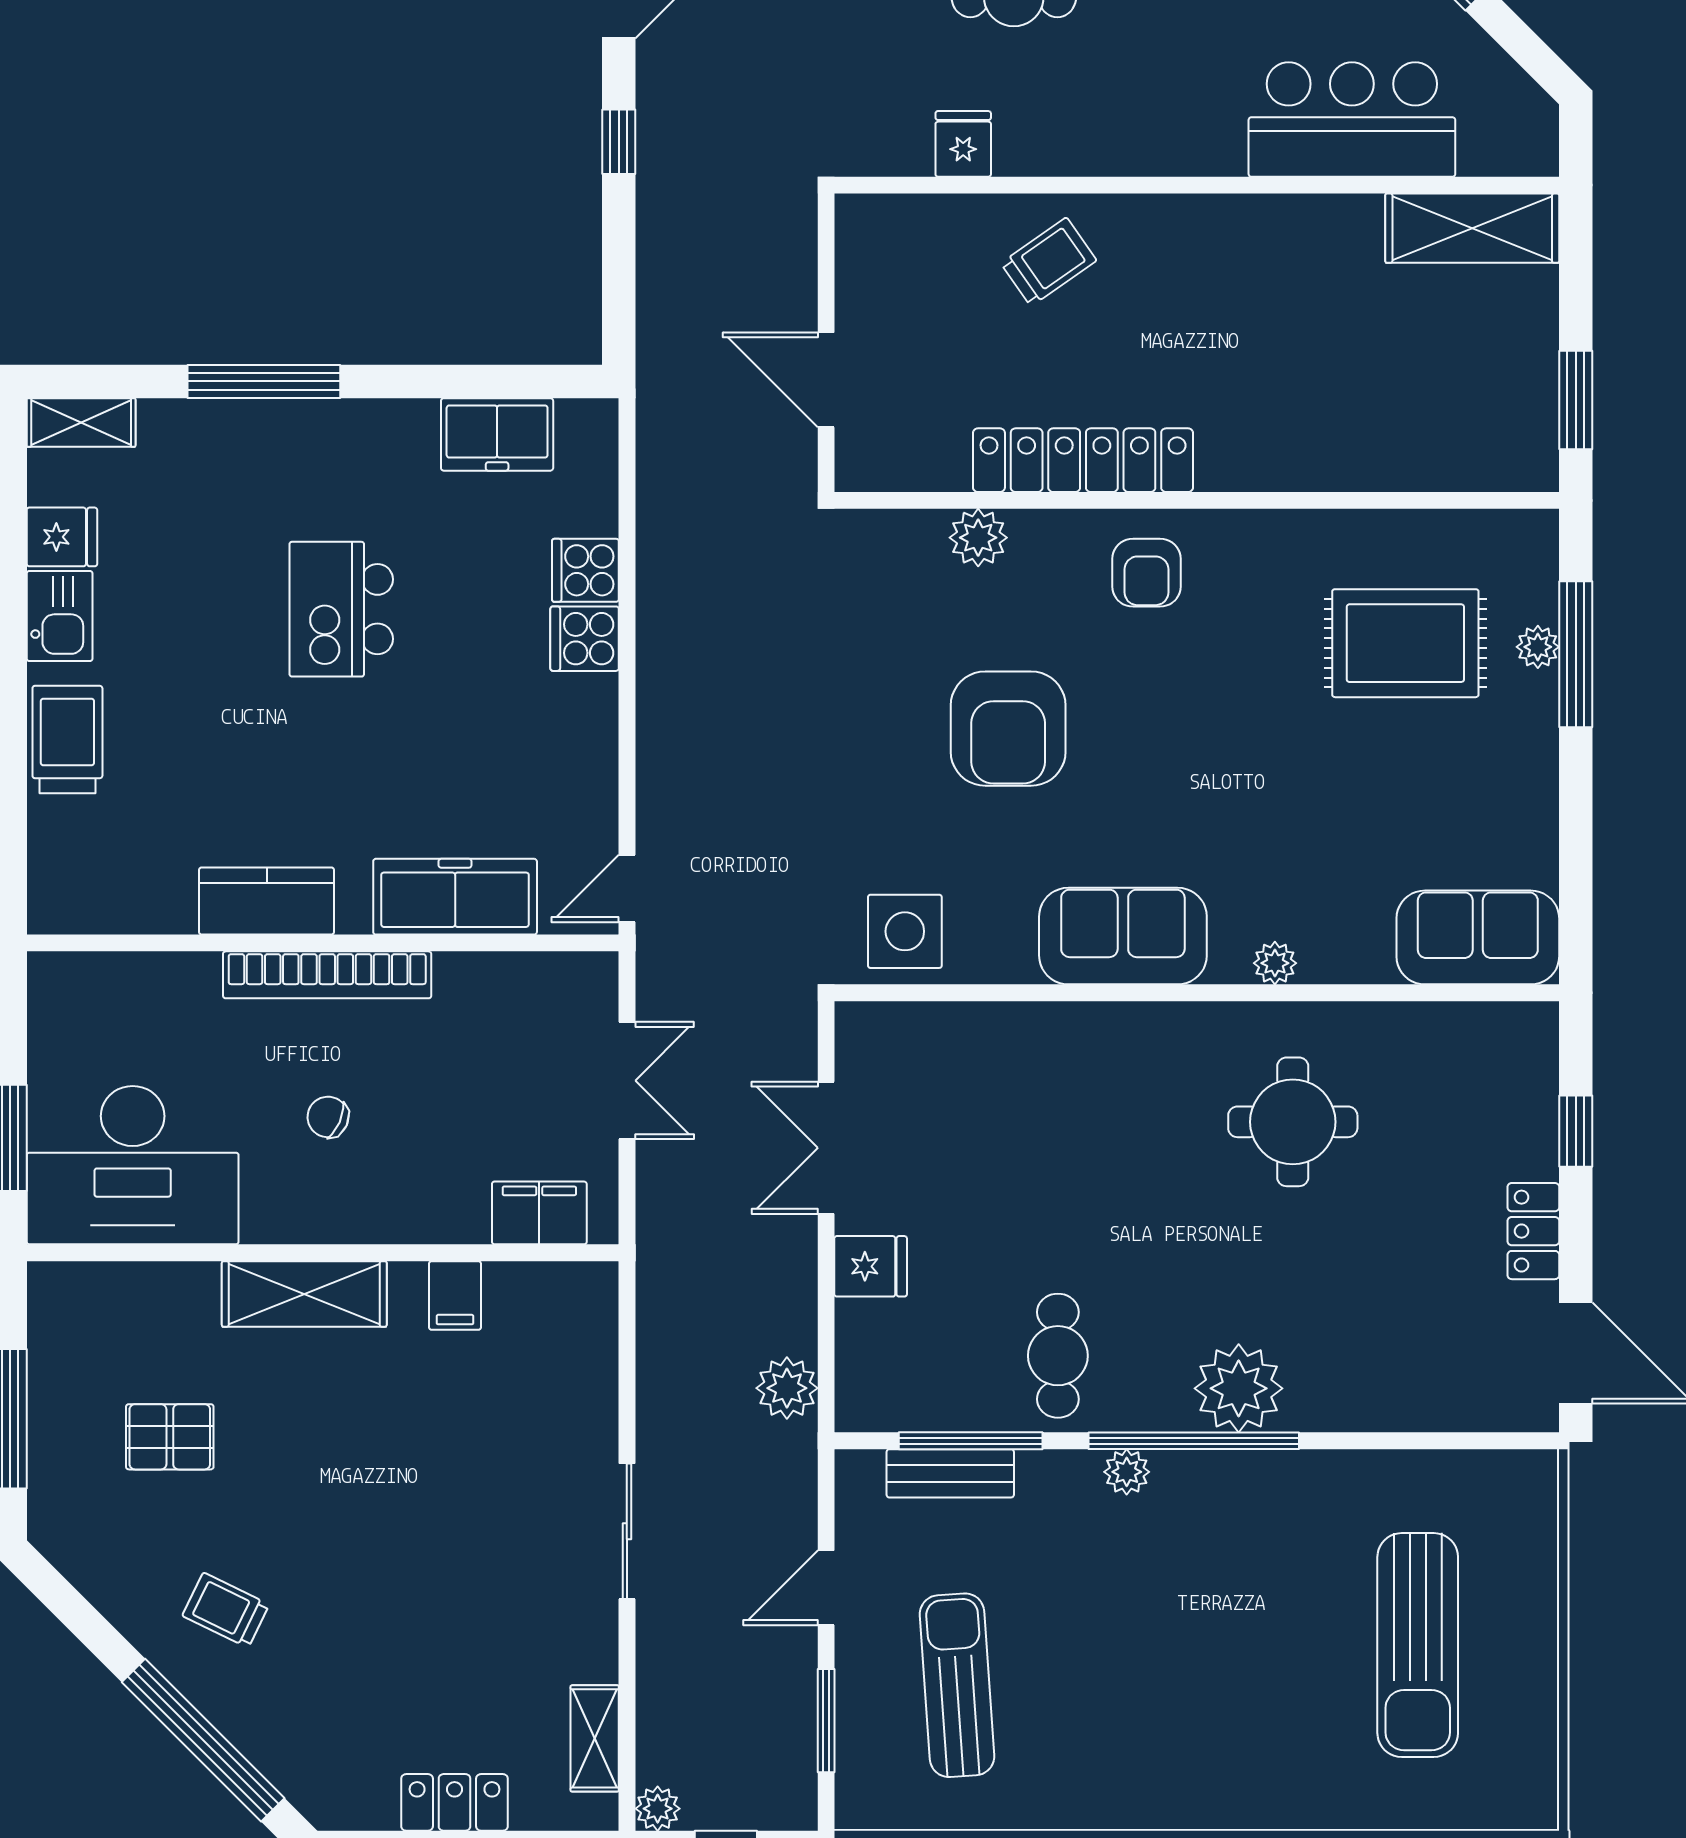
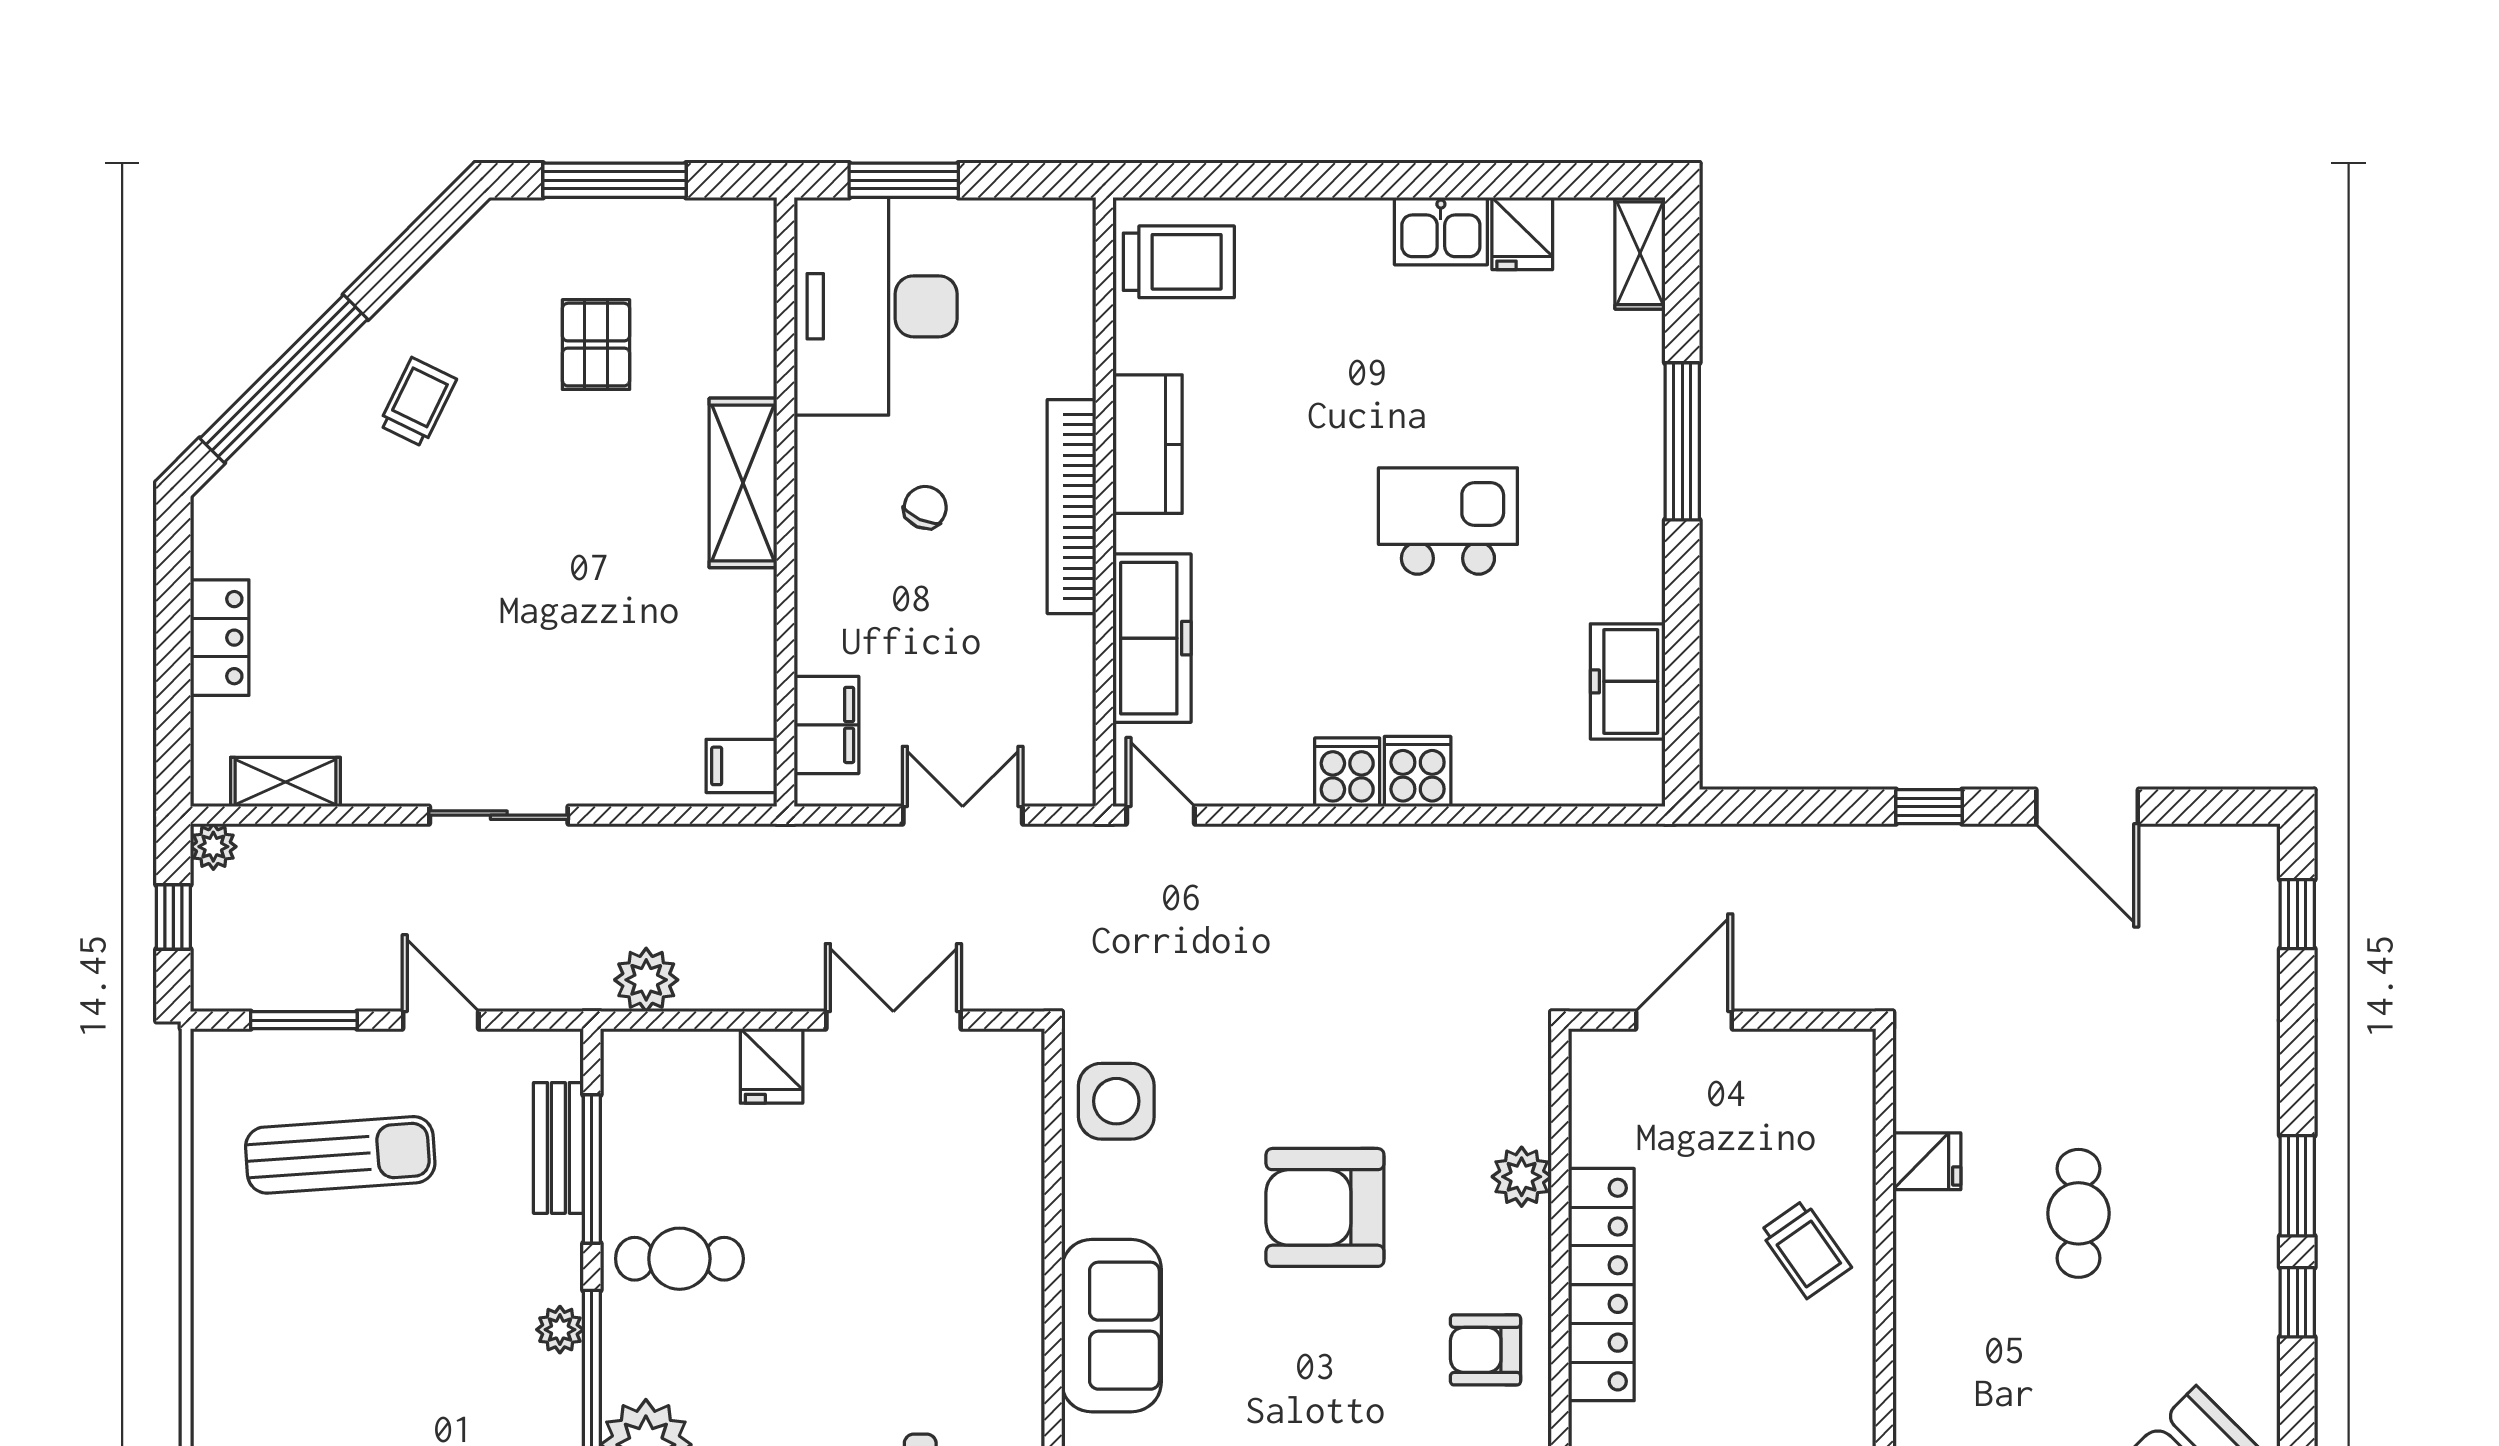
cooker: (585, 570) -> (1347, 772), moved
trolley: (67, 740) -> (1179, 262), moved
double door: (627, 1081) -> (963, 815), swing flipped
filing cabinet: (455, 1295) -> (741, 766), moved

